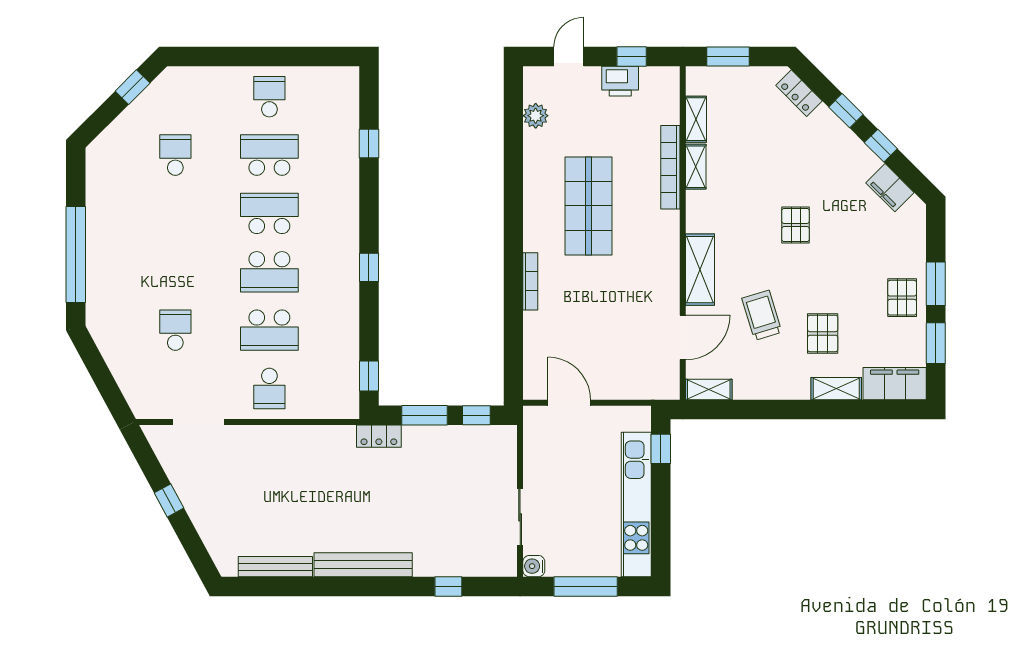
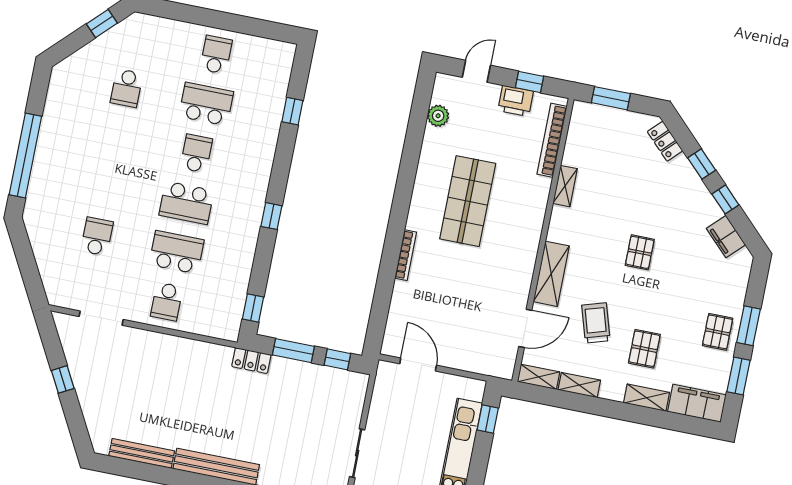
shelving: (696, 119) -> (579, 385), moved, turned 90
school desk: (175, 155) -> (127, 88), turned 180
bookcase: (670, 167) -> (552, 140), moved
school desk: (269, 213) -> (196, 153), width x0.54
school desk: (269, 330) -> (177, 252), turned 180

